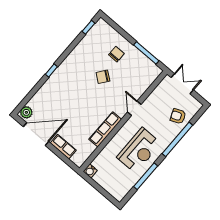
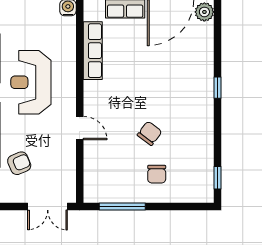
row of seats: (105, 129) -> (93, 51), moved

